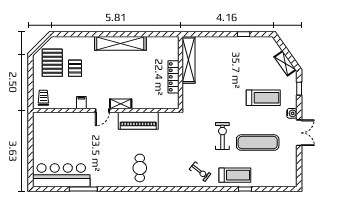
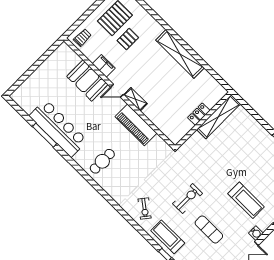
locker: (173, 77) -> (199, 114), width x0.66
filing cabinet: (81, 103) -> (104, 66), width x2.00
booth: (75, 123) -> (87, 80), added
exercise mat: (258, 143) -> (209, 229), width x0.73, depth x0.69
bar counter: (61, 175) -> (58, 128), moved
treadmill: (235, 175) -> (168, 237), turned 180

